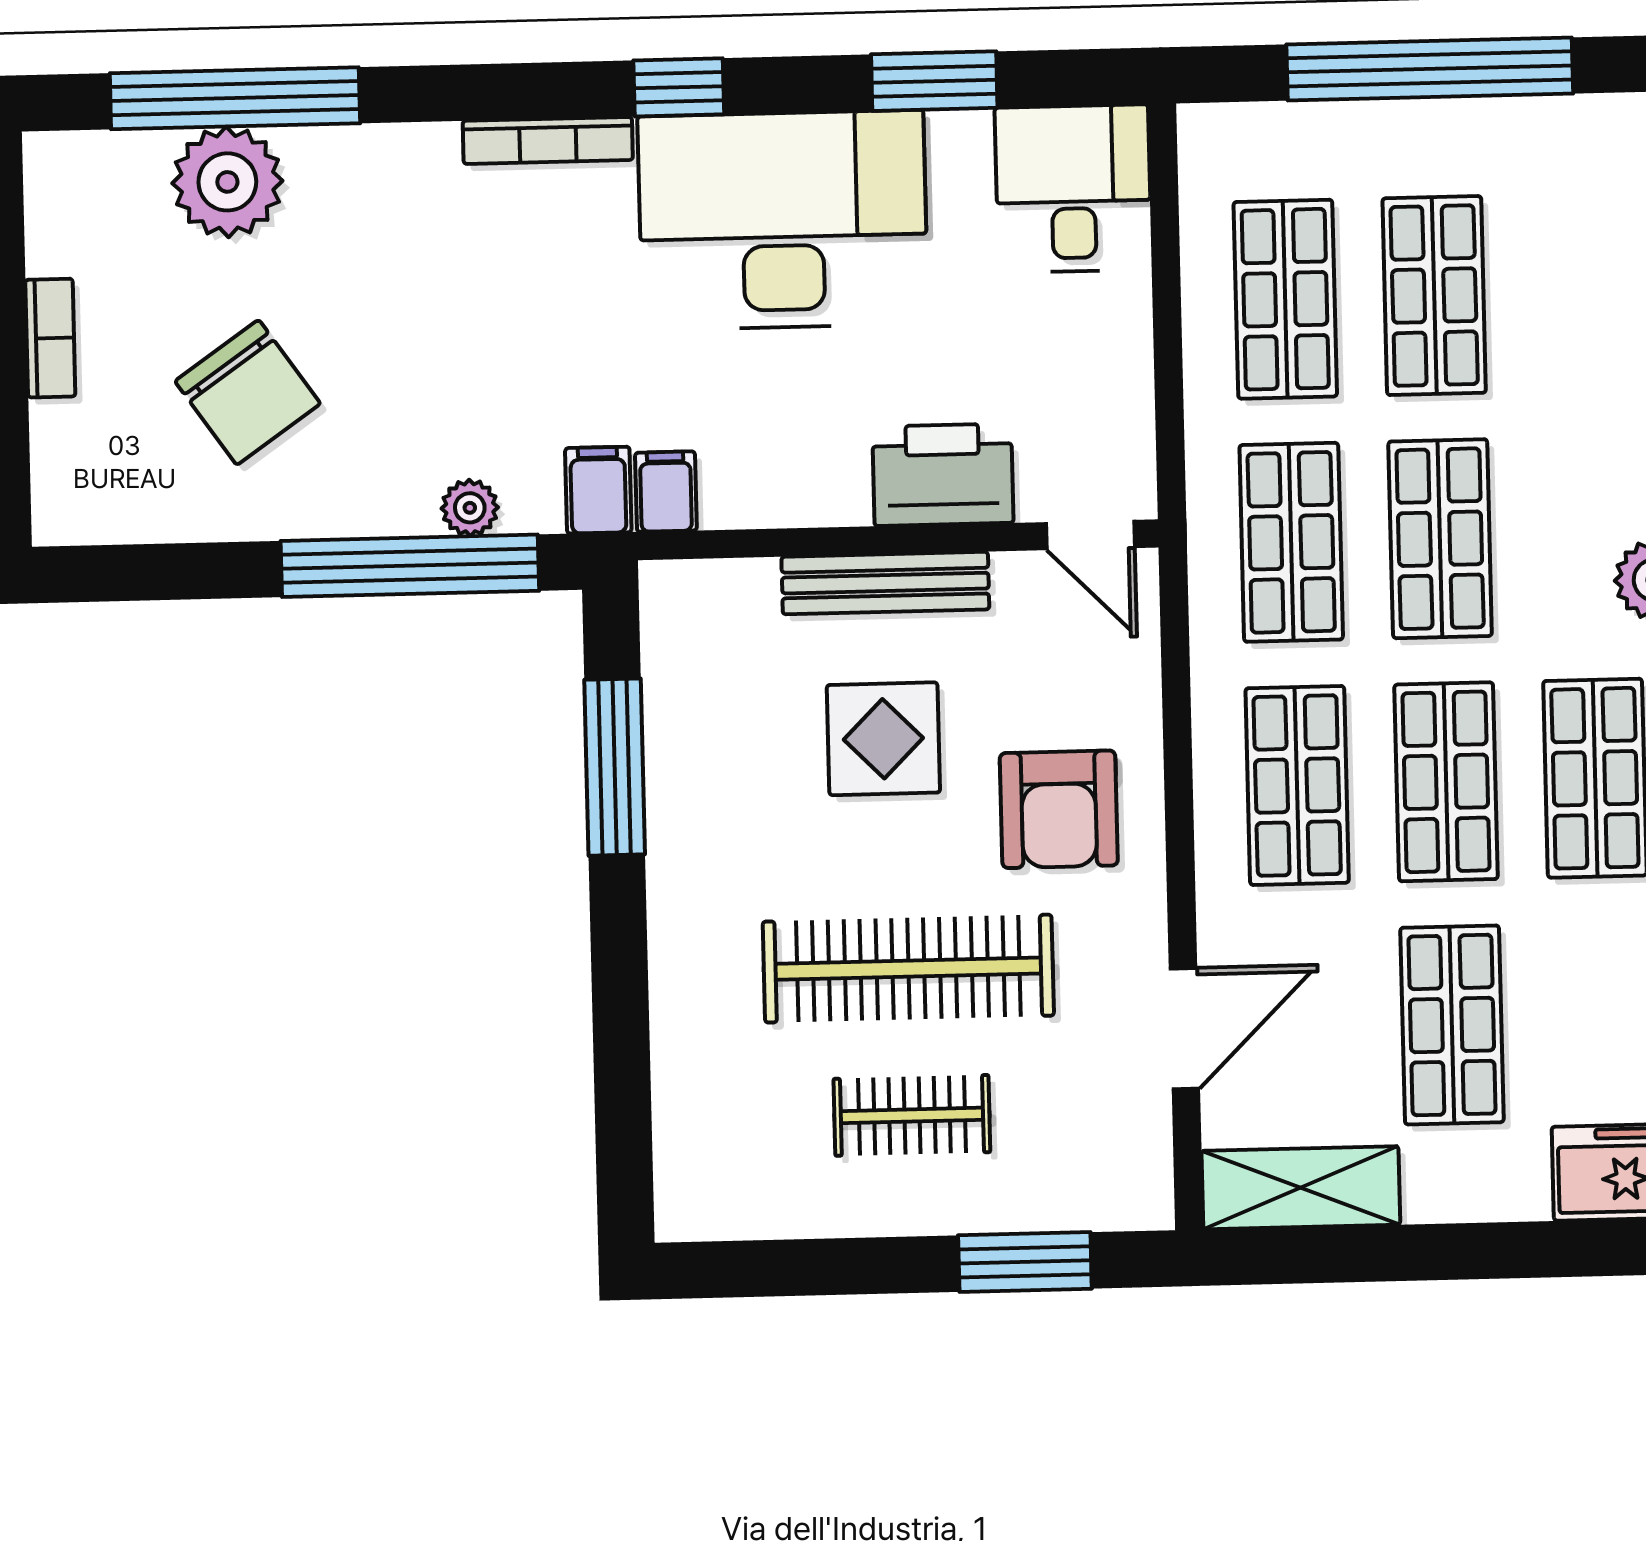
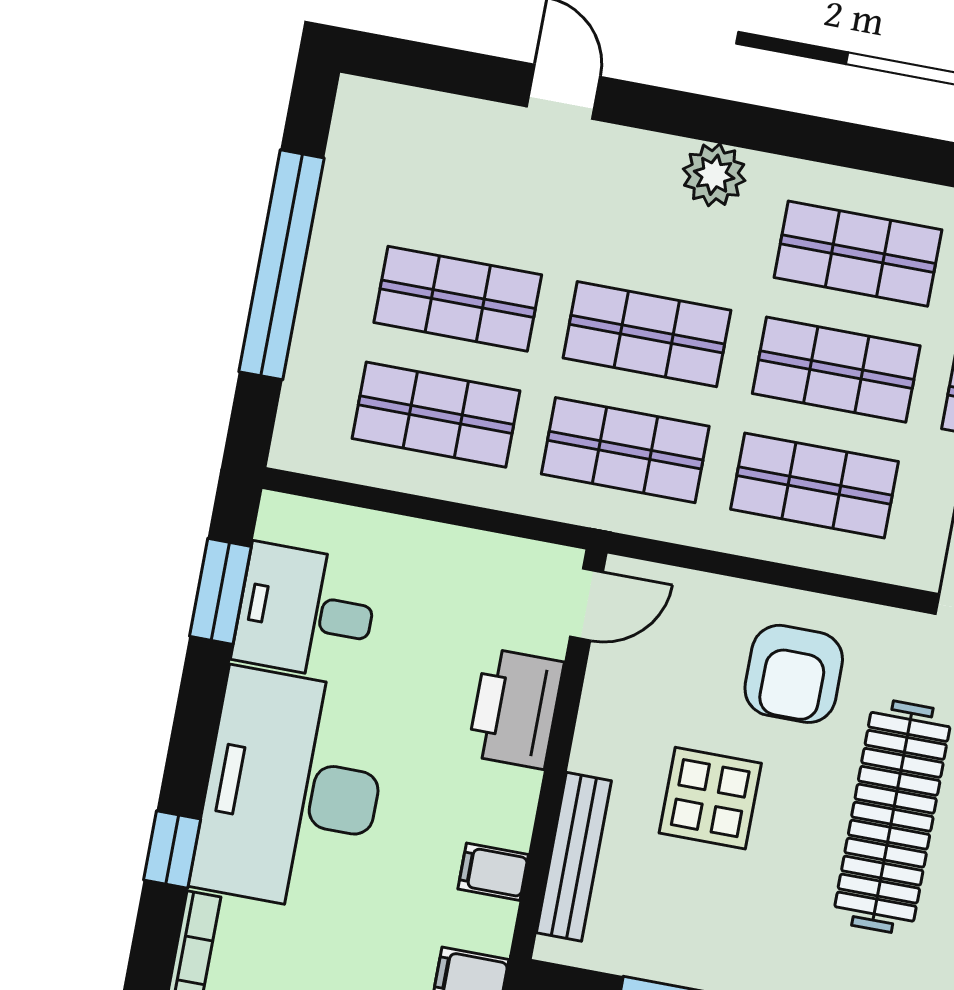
window: (934, 81) -> (220, 591), moved
desk: (1073, 189) -> (306, 612), moved
filing cabinet: (666, 492) -> (493, 872), moved
bench: (885, 583) -> (574, 857), moved
armchair: (1059, 809) -> (794, 674), turned 90

